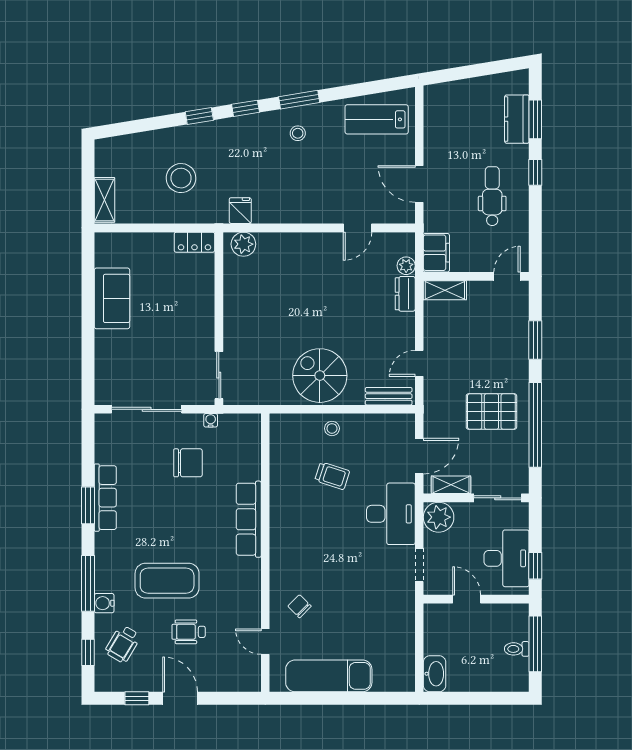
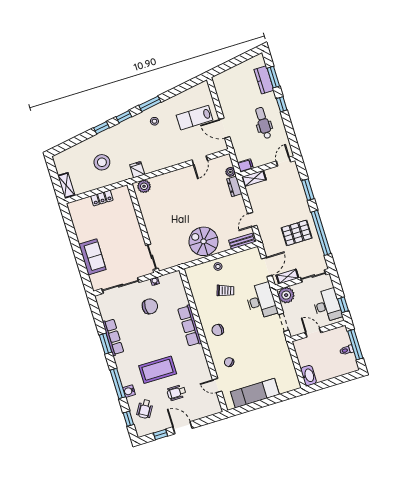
lab bench: (377, 119) -> (195, 118), moved
locker: (194, 242) -> (102, 198), moved
filing cabinet: (436, 253) -> (245, 165), width x0.50
sofa: (112, 298) -> (92, 257), moved
chair: (297, 542) -> (218, 330), added

